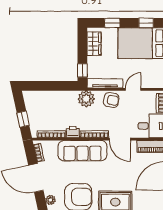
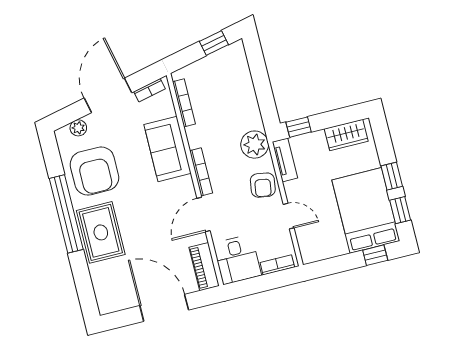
window: (112, 23) -> (392, 176), moved
tv unit: (105, 83) -> (285, 160), width x0.71
window: (23, 119) -> (214, 43), moved
printer: (73, 132) -> (196, 136), removed
sofa: (83, 151) -> (168, 149), width x0.73

